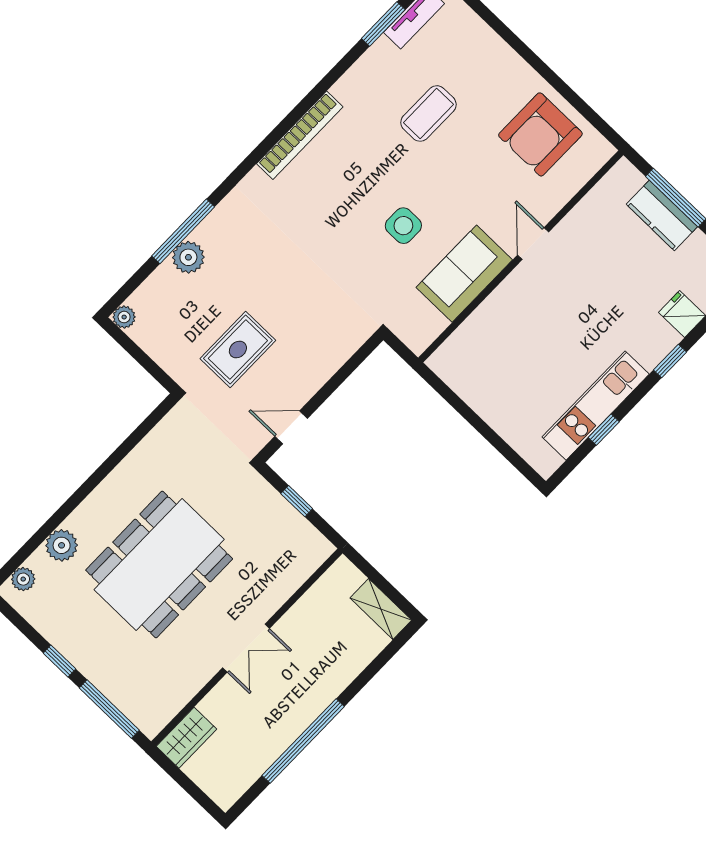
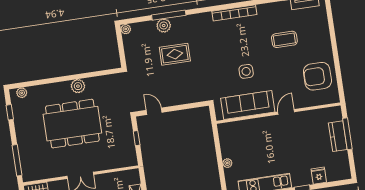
sofa: (464, 274) -> (248, 105), width x1.36
rug: (238, 349) -> (175, 54), moved
plant: (498, 419) -> (227, 163), added
plant: (62, 545) -> (78, 86), moved
window: (59, 661) -> (10, 112), moved

